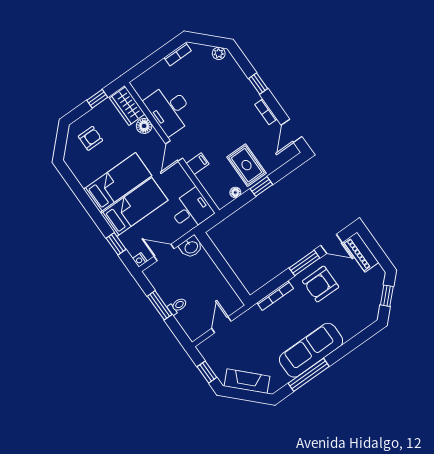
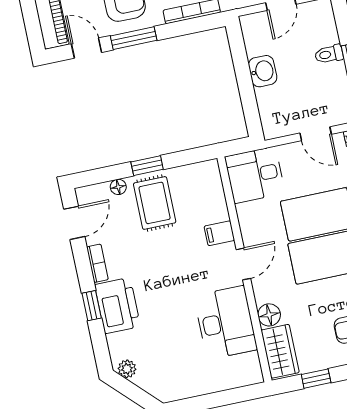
bookcase: (178, 54) -> (182, 392), removed
printer: (242, 91) -> (117, 306), added
floor lamp: (235, 192) -> (118, 187), moved
washbasin: (191, 247) -> (263, 71), moved, turned 90

